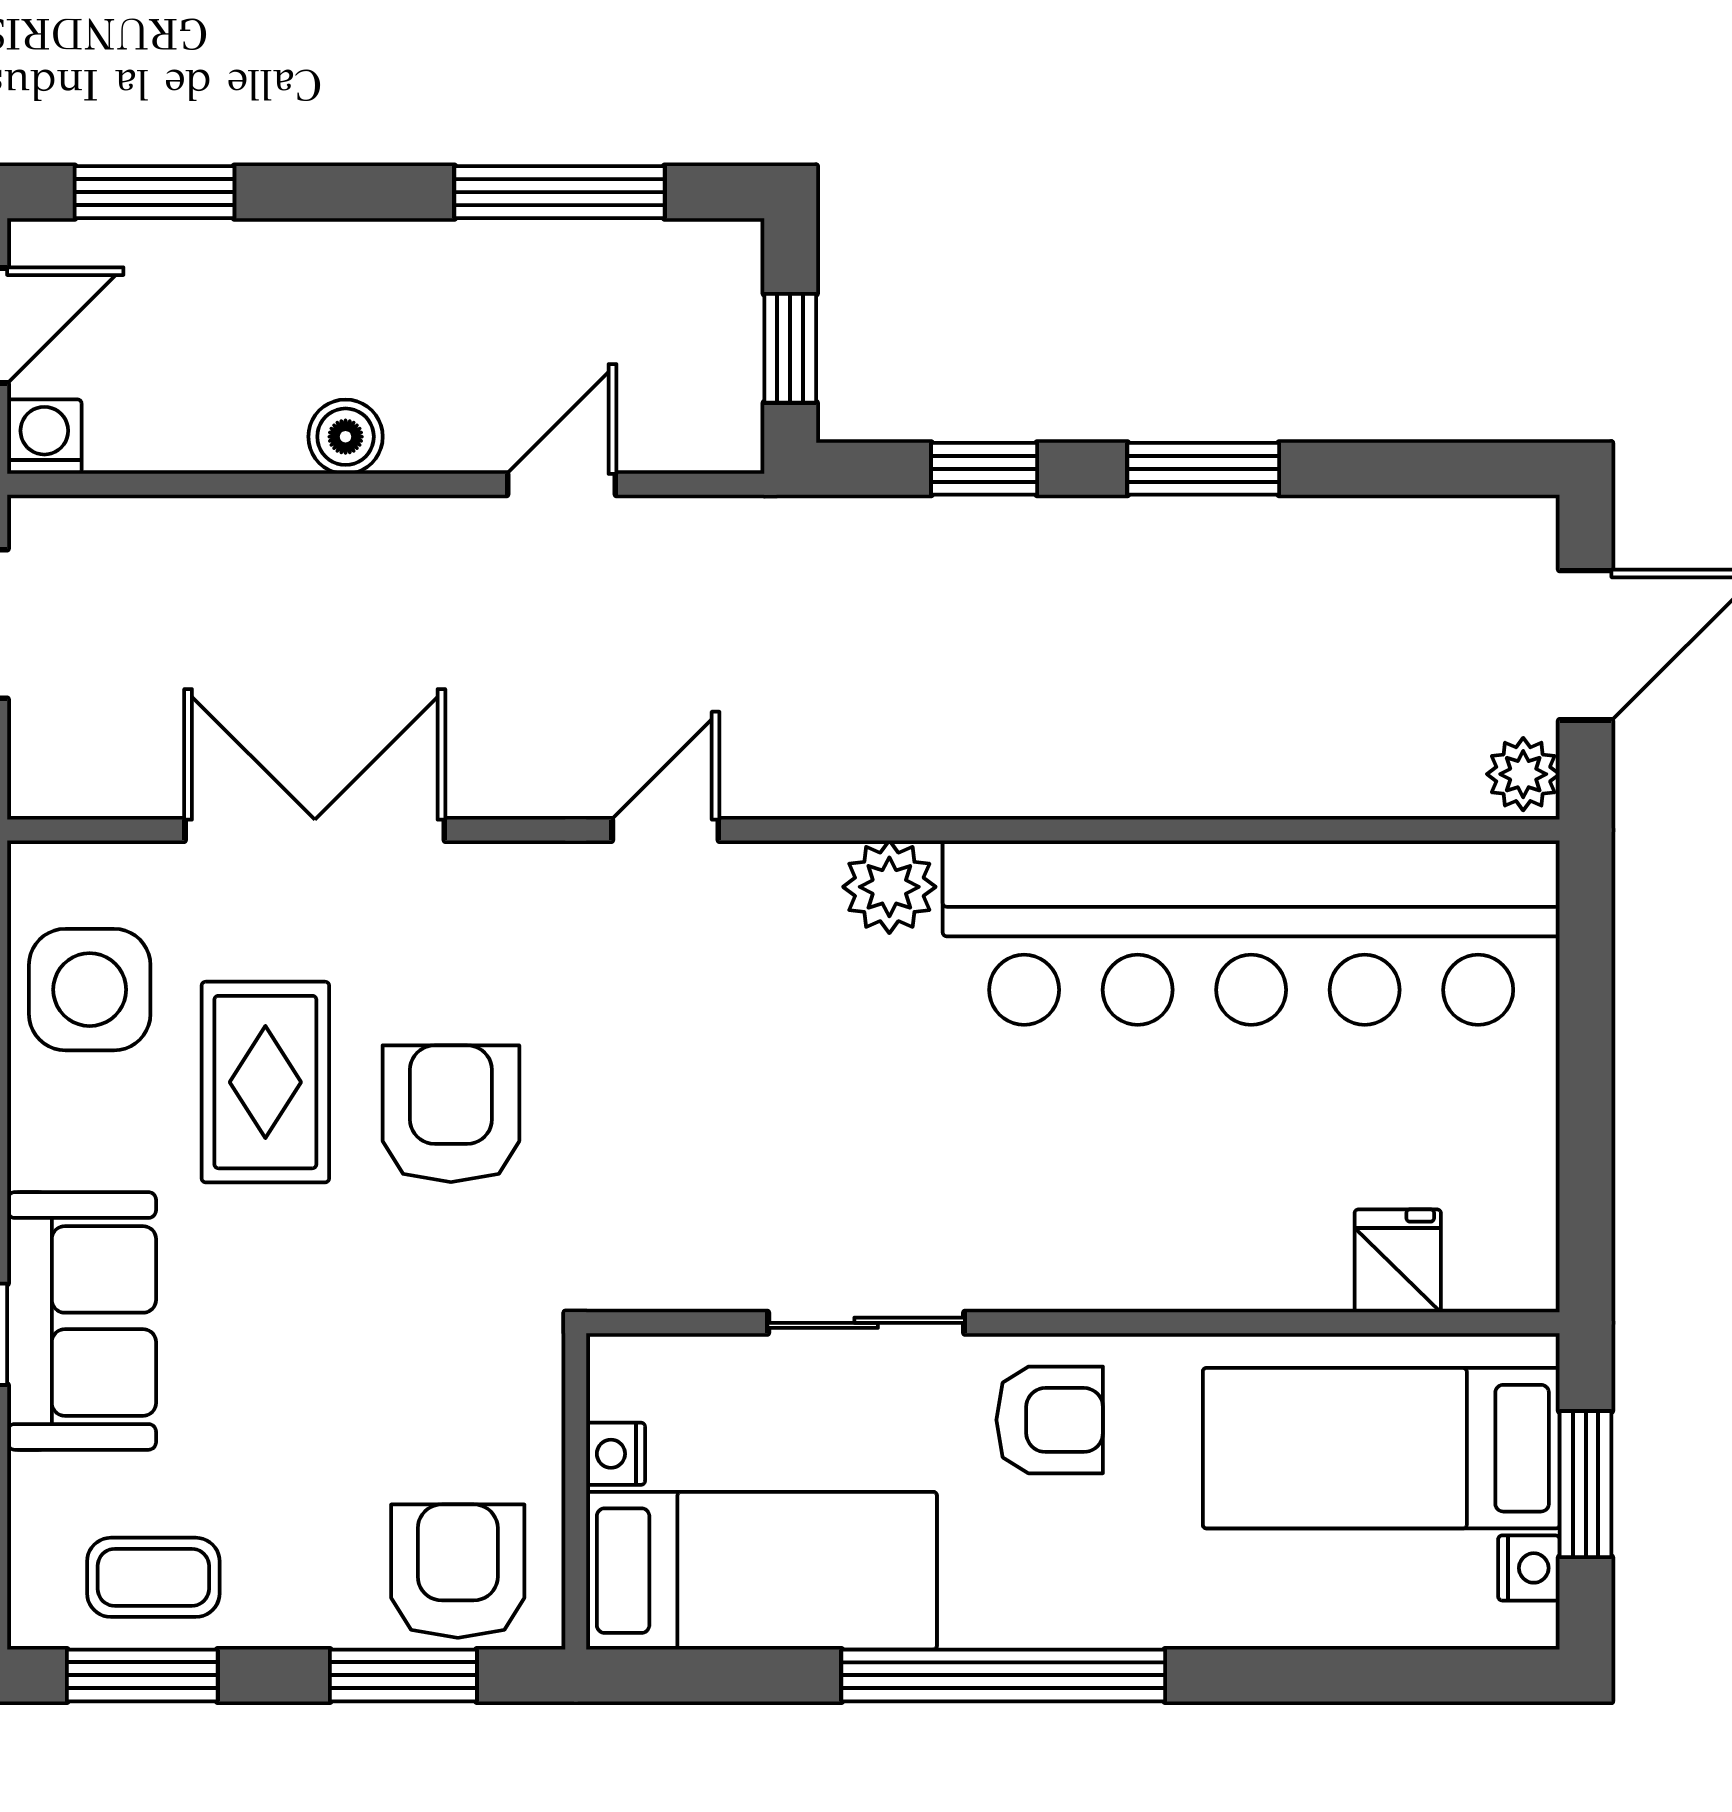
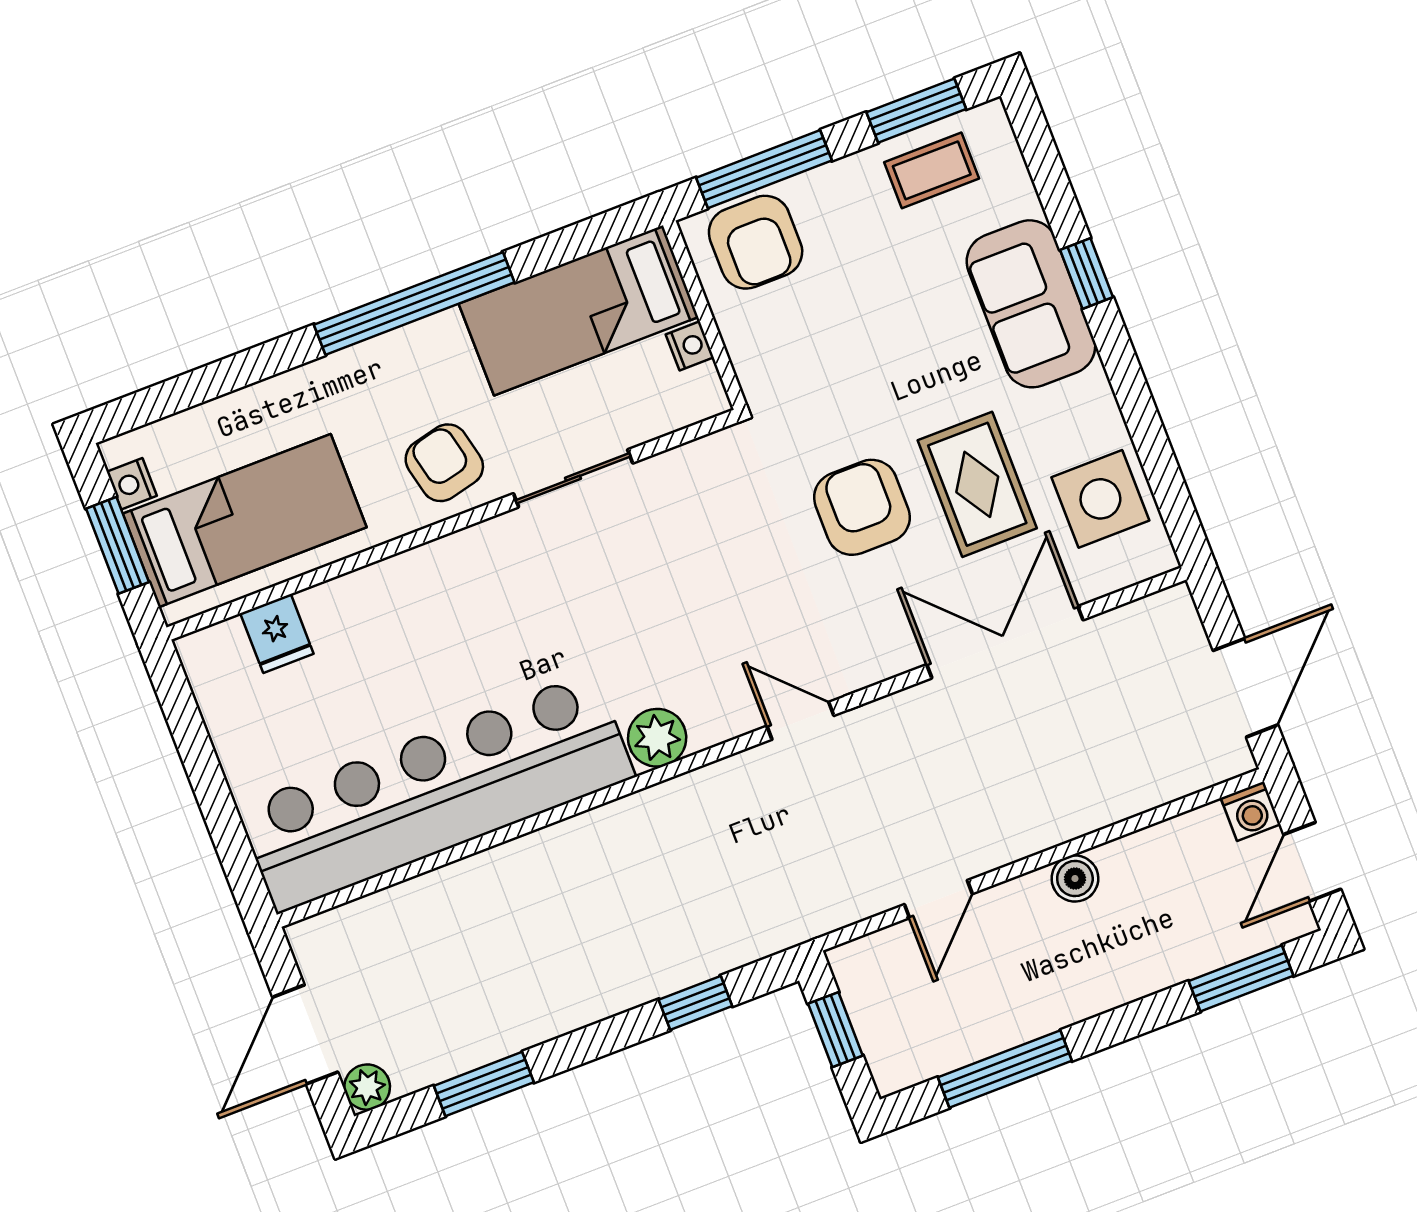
window: (1203, 469) -> (484, 1084), moved
plant: (1523, 774) -> (367, 1087), moved
double door: (315, 830) -> (1005, 642), swing flipped
door: (665, 830) -> (800, 721), swing flipped
armchair: (451, 1114) -> (862, 507), turned 180
armchair: (1050, 1420) -> (444, 463), turned 77
window: (403, 1675) -> (764, 169), width x1.44

